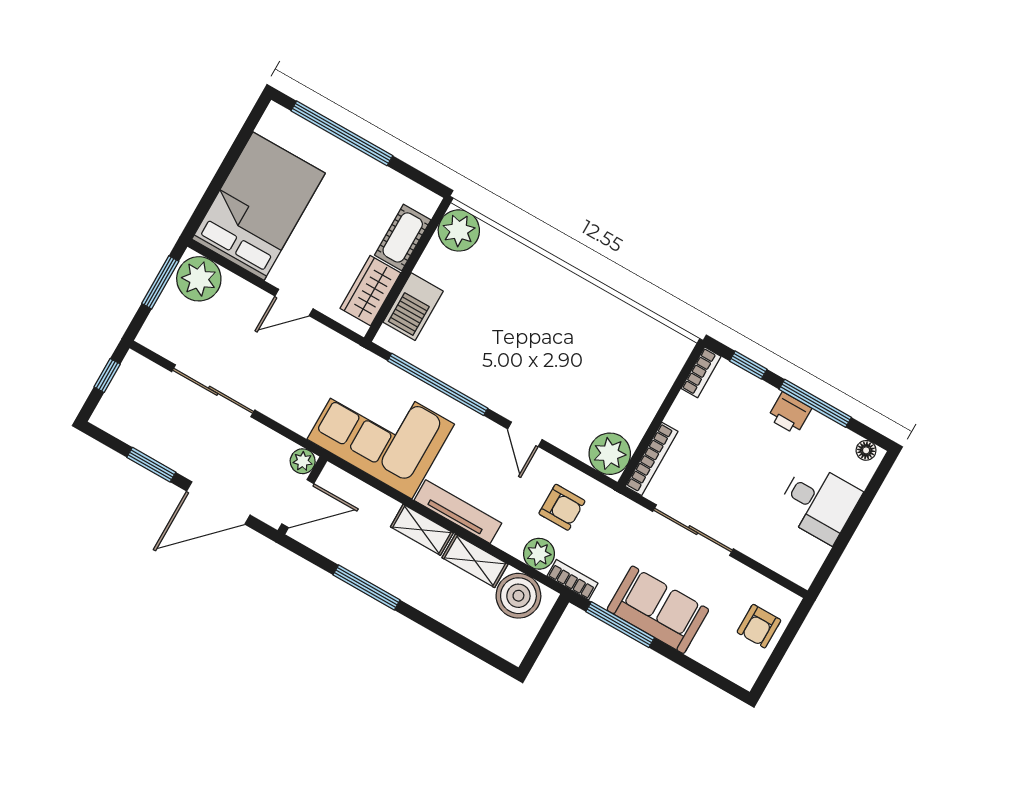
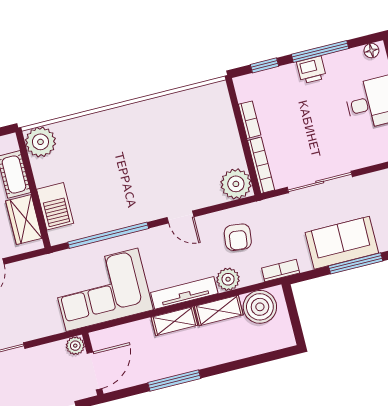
bookcase: (701, 372) -> (250, 120), moved
armchair: (562, 507) -> (238, 237), turned 97
plant: (539, 554) -> (228, 279), moved
window: (620, 625) -> (356, 263), moved

